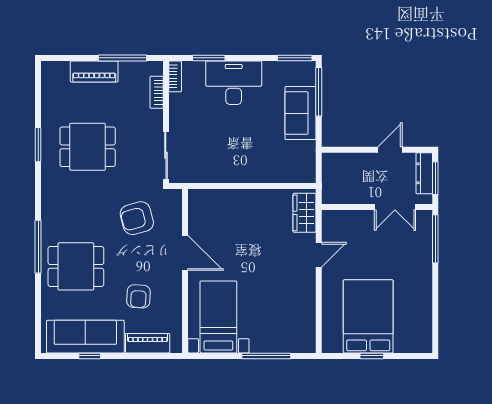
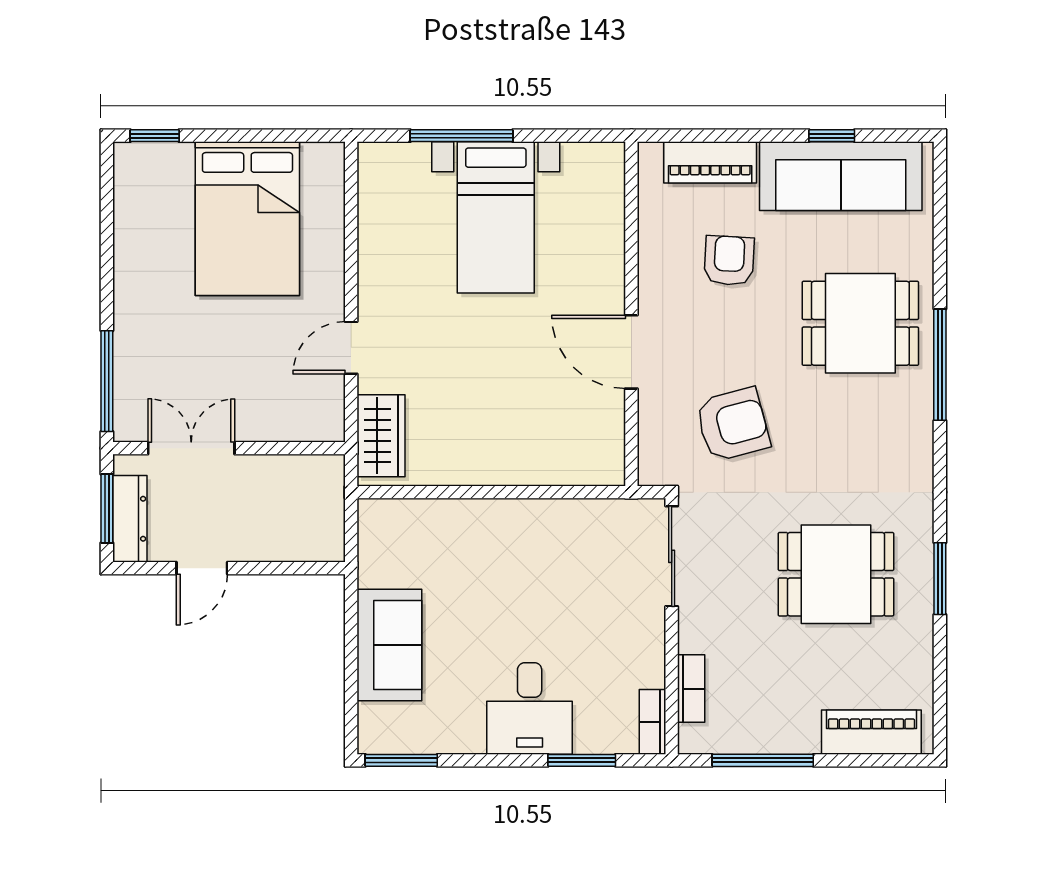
piano: (94, 71) -> (871, 732), moved
desk: (234, 83) -> (530, 709), width x0.73
window: (319, 92) -> (351, 690), removed
bed with nightstands: (218, 317) -> (496, 217), moved
window: (372, 356) -> (155, 136), moved

